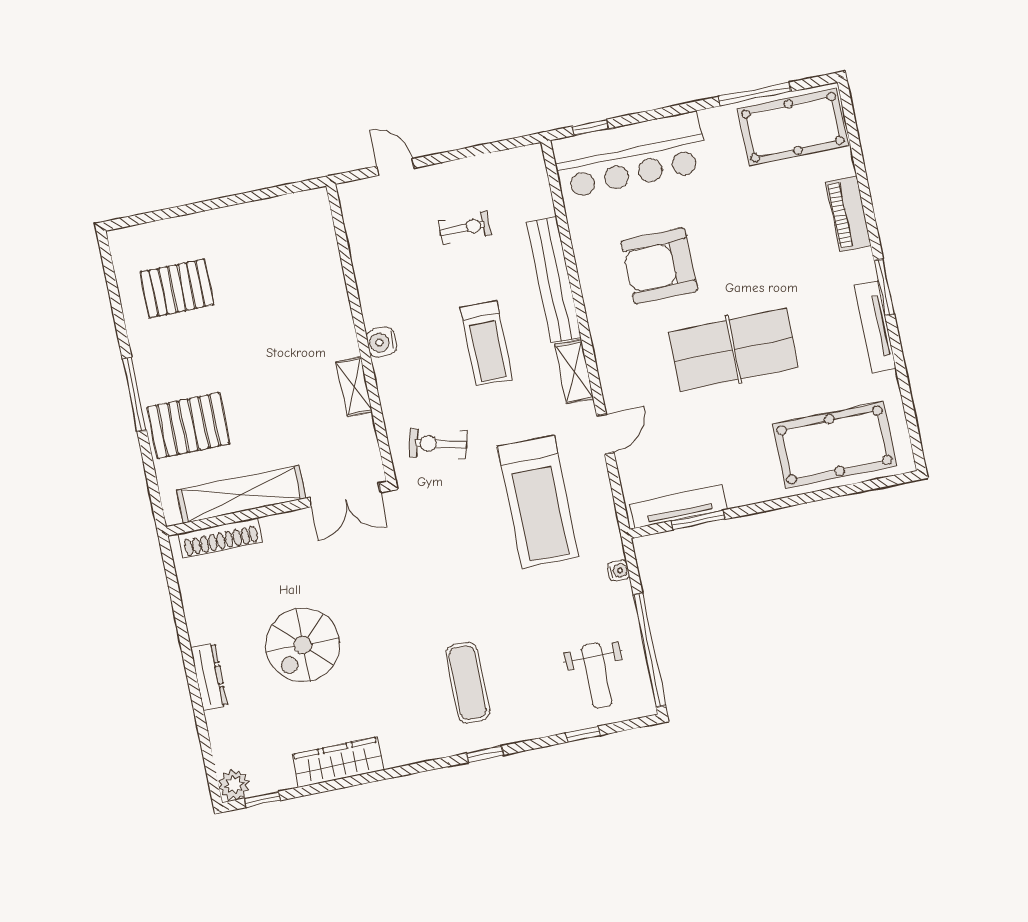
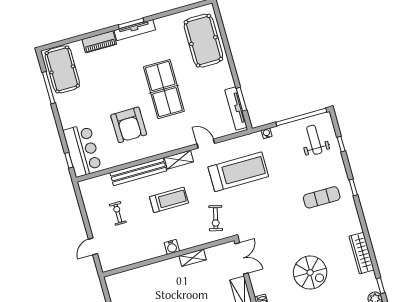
bar counter: (630, 155) -> (82, 150), width x0.73
tv unit: (875, 327) -> (135, 30), moved
weight bench: (597, 676) -> (314, 140), turned -90

